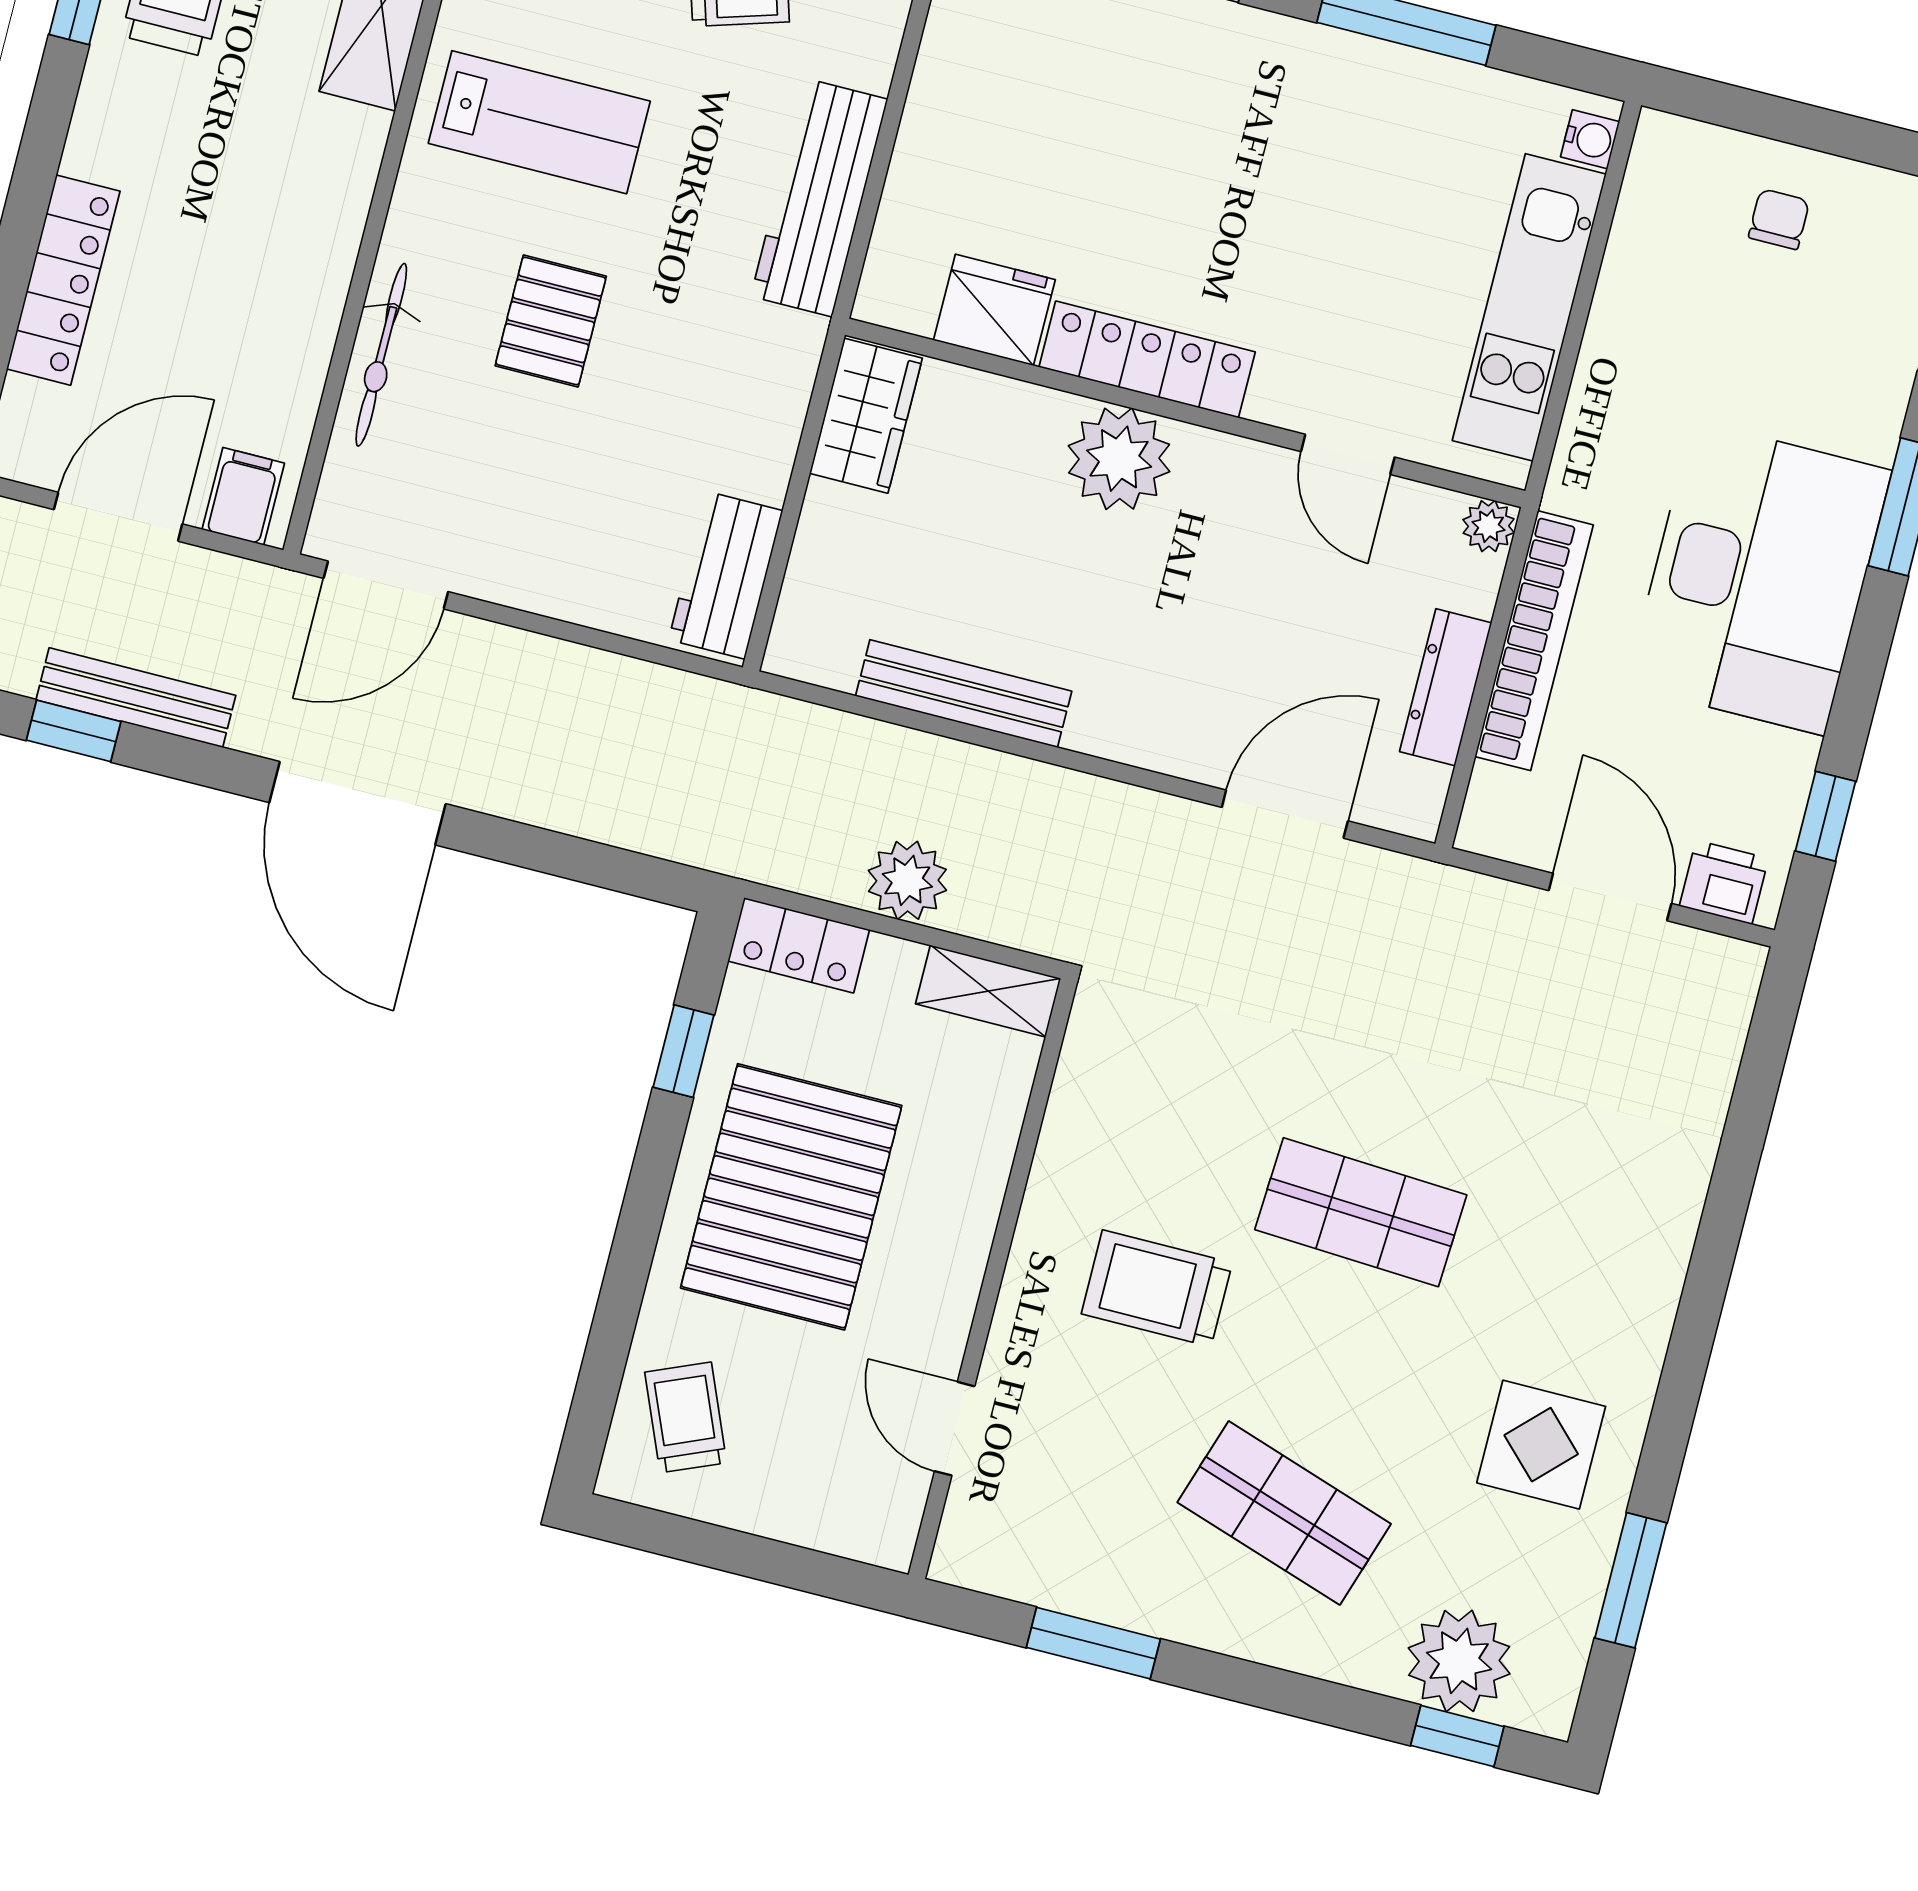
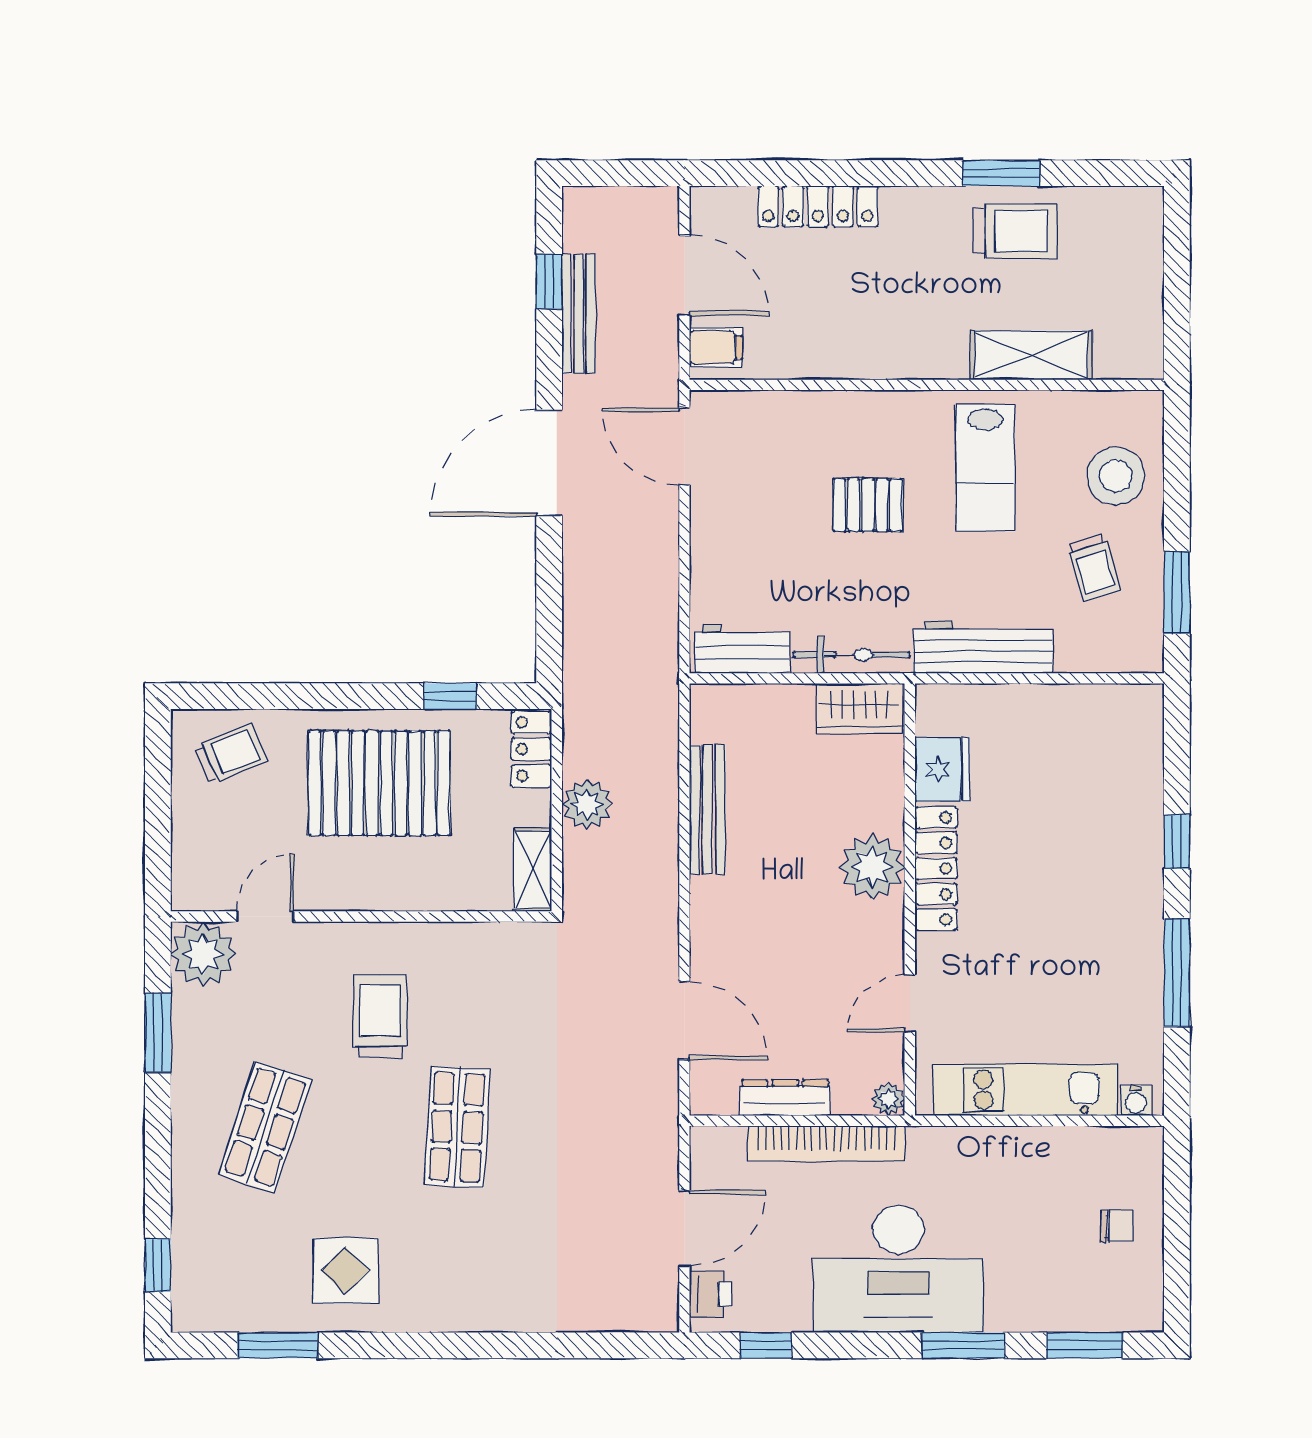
bicycle: (381, 355) -> (851, 655), moved, turned 180
plant: (1459, 1661) -> (203, 954), moved

